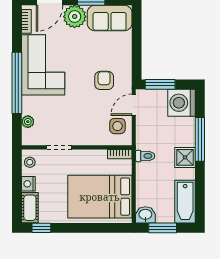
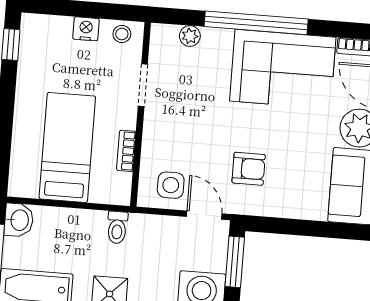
bookcase: (120, 154) -> (126, 151), moved
bed: (100, 197) -> (67, 147), width x0.67
cot: (30, 208) -> (46, 28), removed

